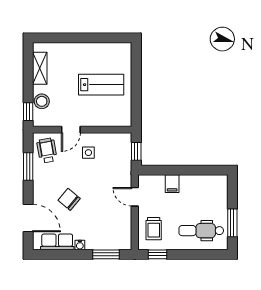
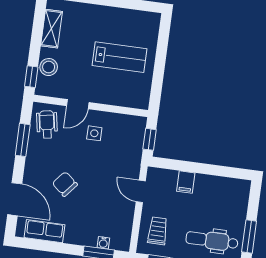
trolley: (154, 229) -> (158, 231), turned 180
water cooler: (80, 245) -> (103, 243), moved

